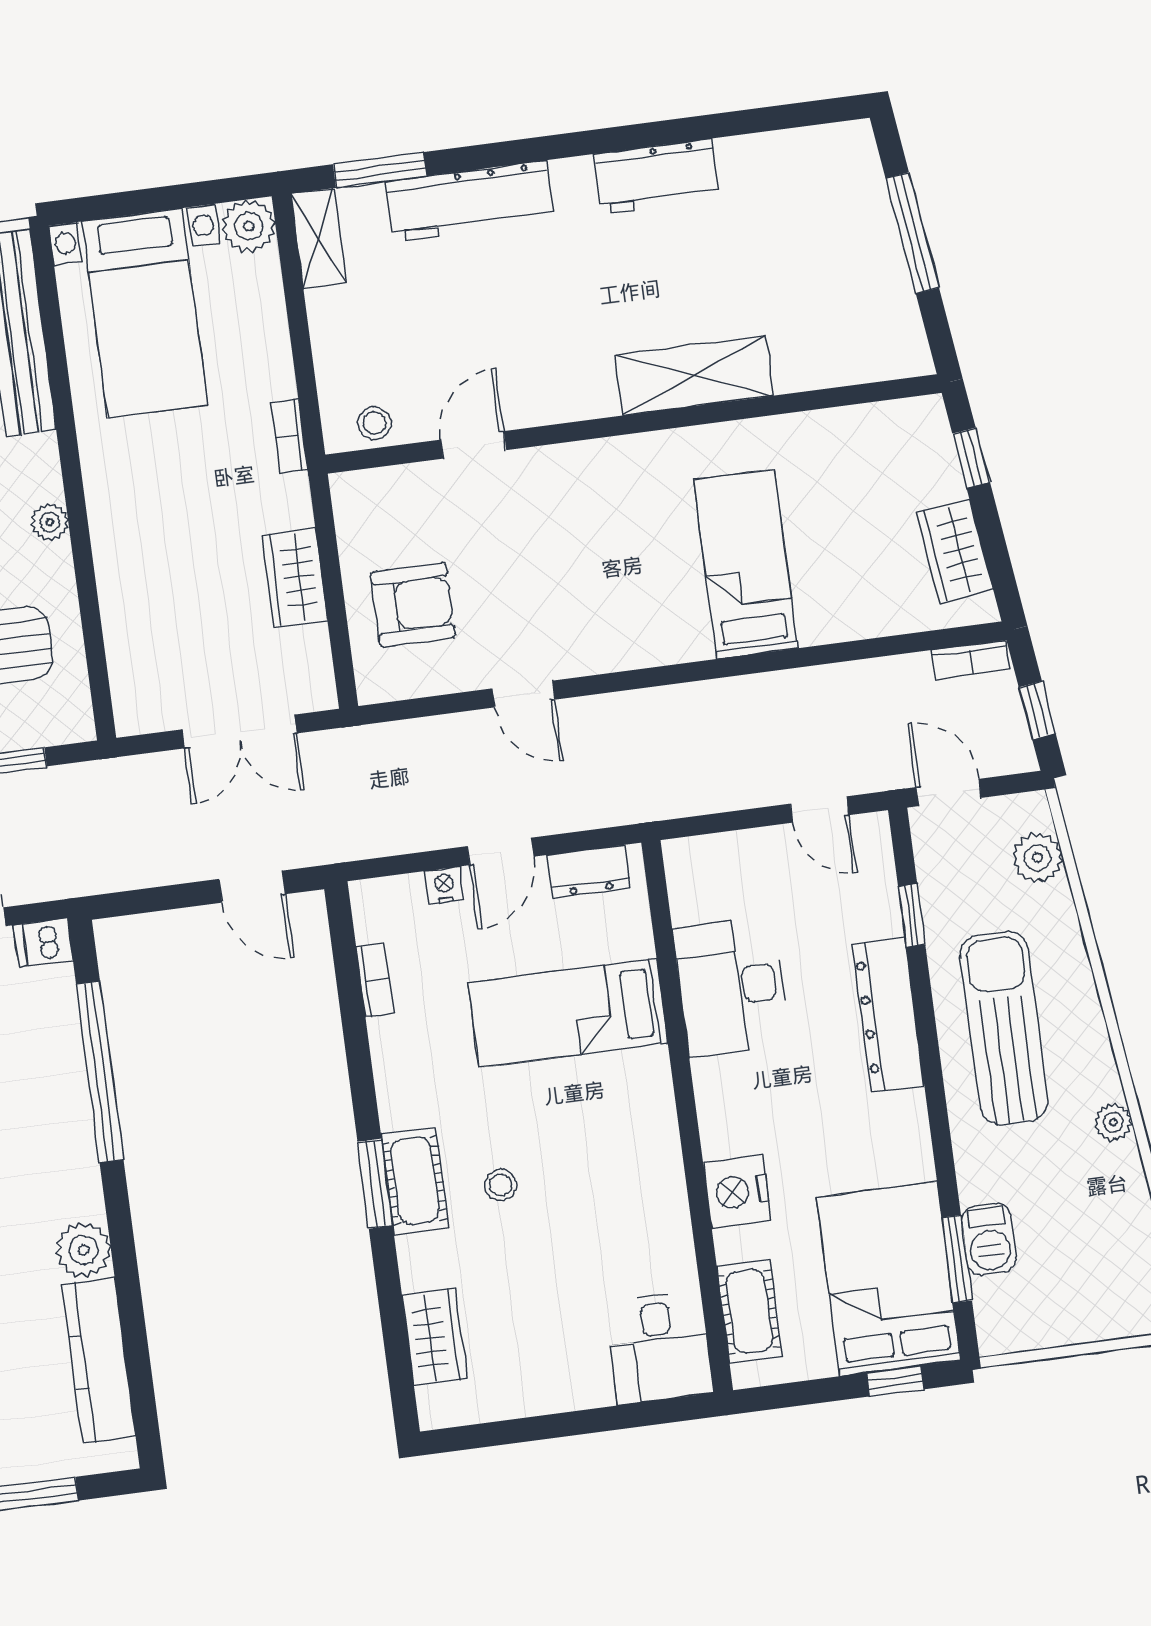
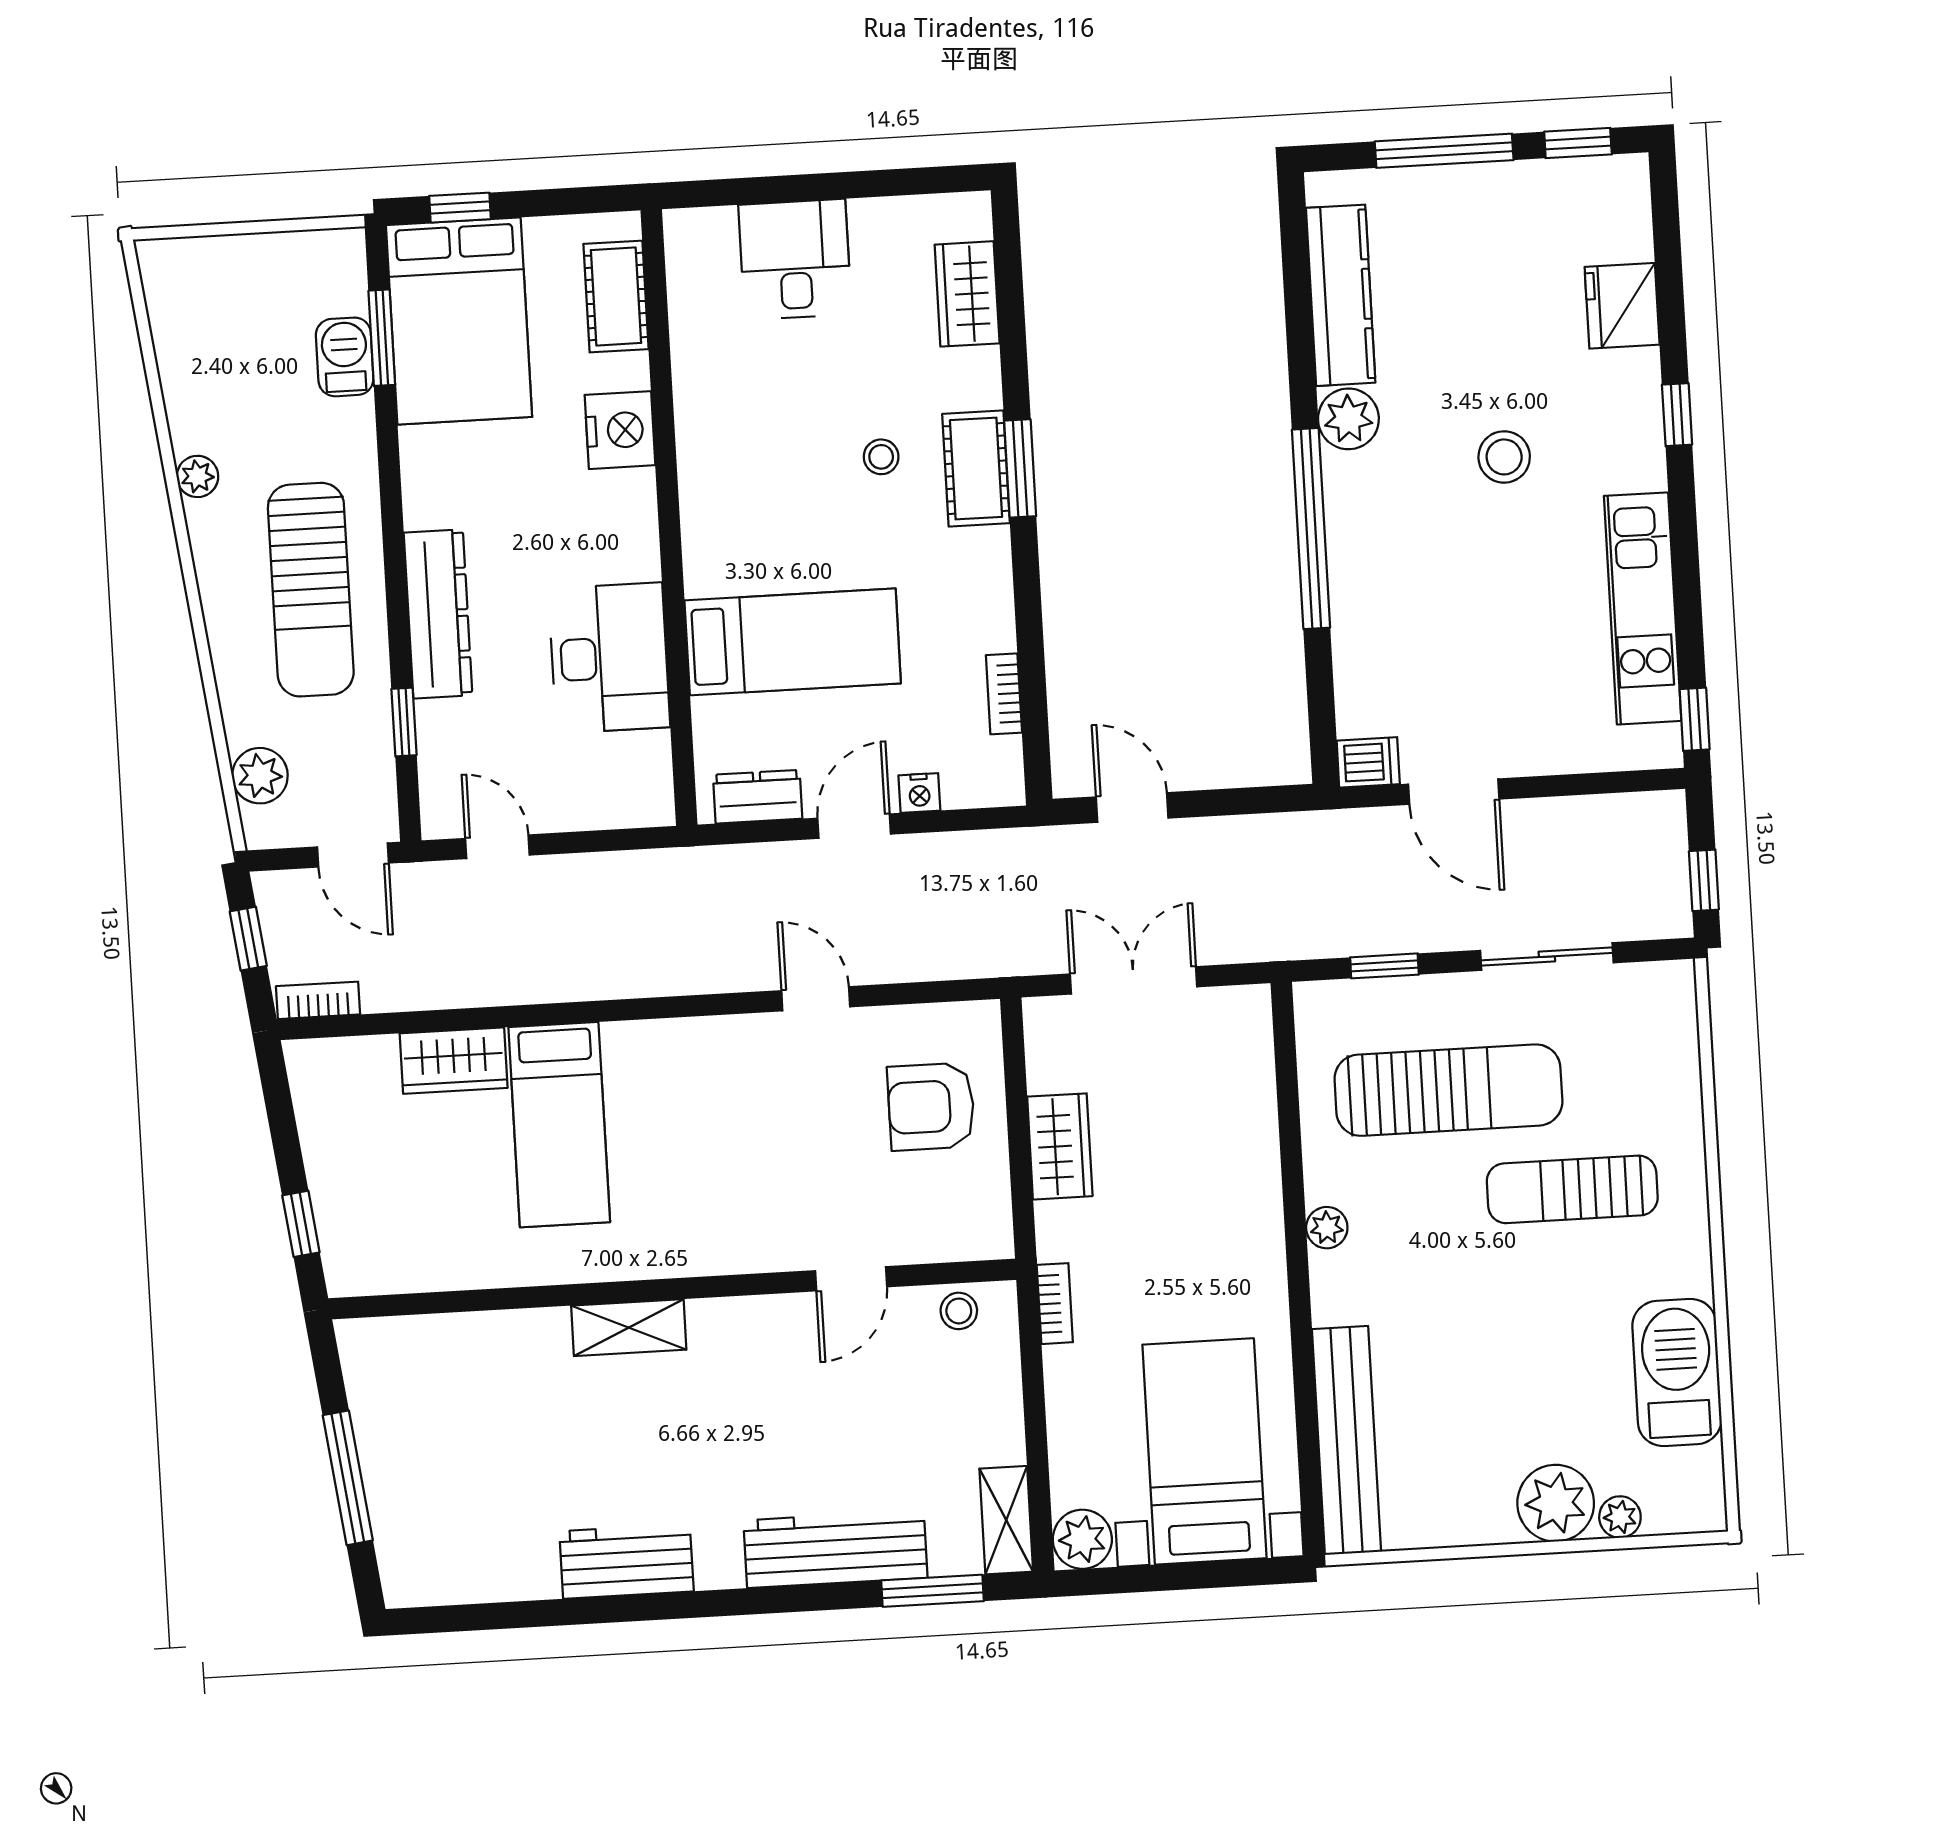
shelving: (694, 375) -> (629, 1328), width x0.67, depth x0.75
wardrobe: (955, 551) -> (454, 1061), moved, turned 97
window: (100, 1072) -> (1311, 529), moved
desk: (659, 1347) -> (795, 259), moved

